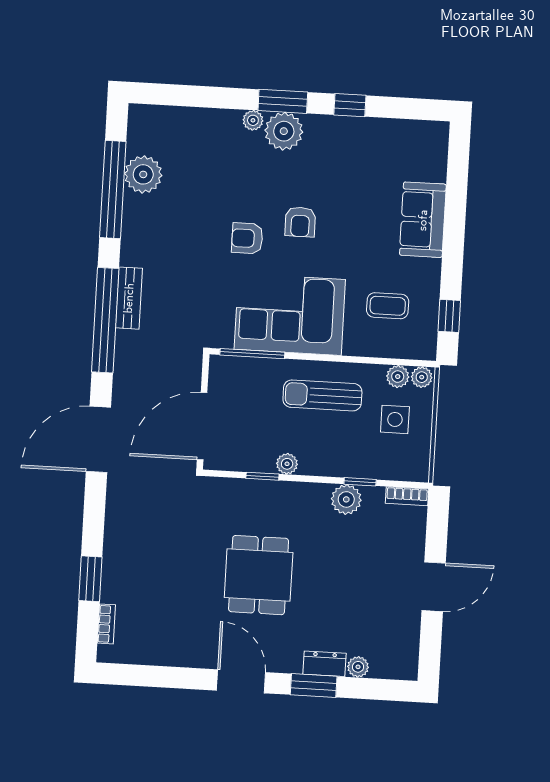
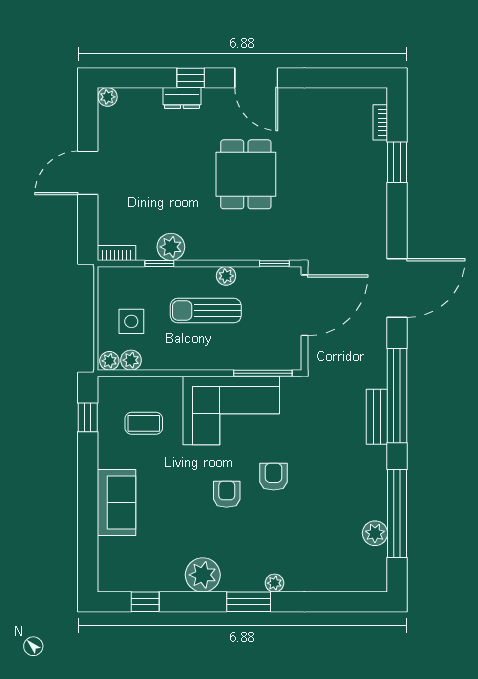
window: (350, 105) -> (145, 602), moved
plant: (284, 131) -> (203, 575), moved
plant: (143, 174) -> (375, 533), width x0.73, depth x0.73
armchair: (247, 238) -> (274, 477), turned -90
sun lounger: (322, 395) -> (206, 311), moved, turned 180
window: (262, 476) -> (274, 263), moved
plant: (358, 667) -> (108, 97), moved
window: (314, 686) -> (191, 78), width x0.67

